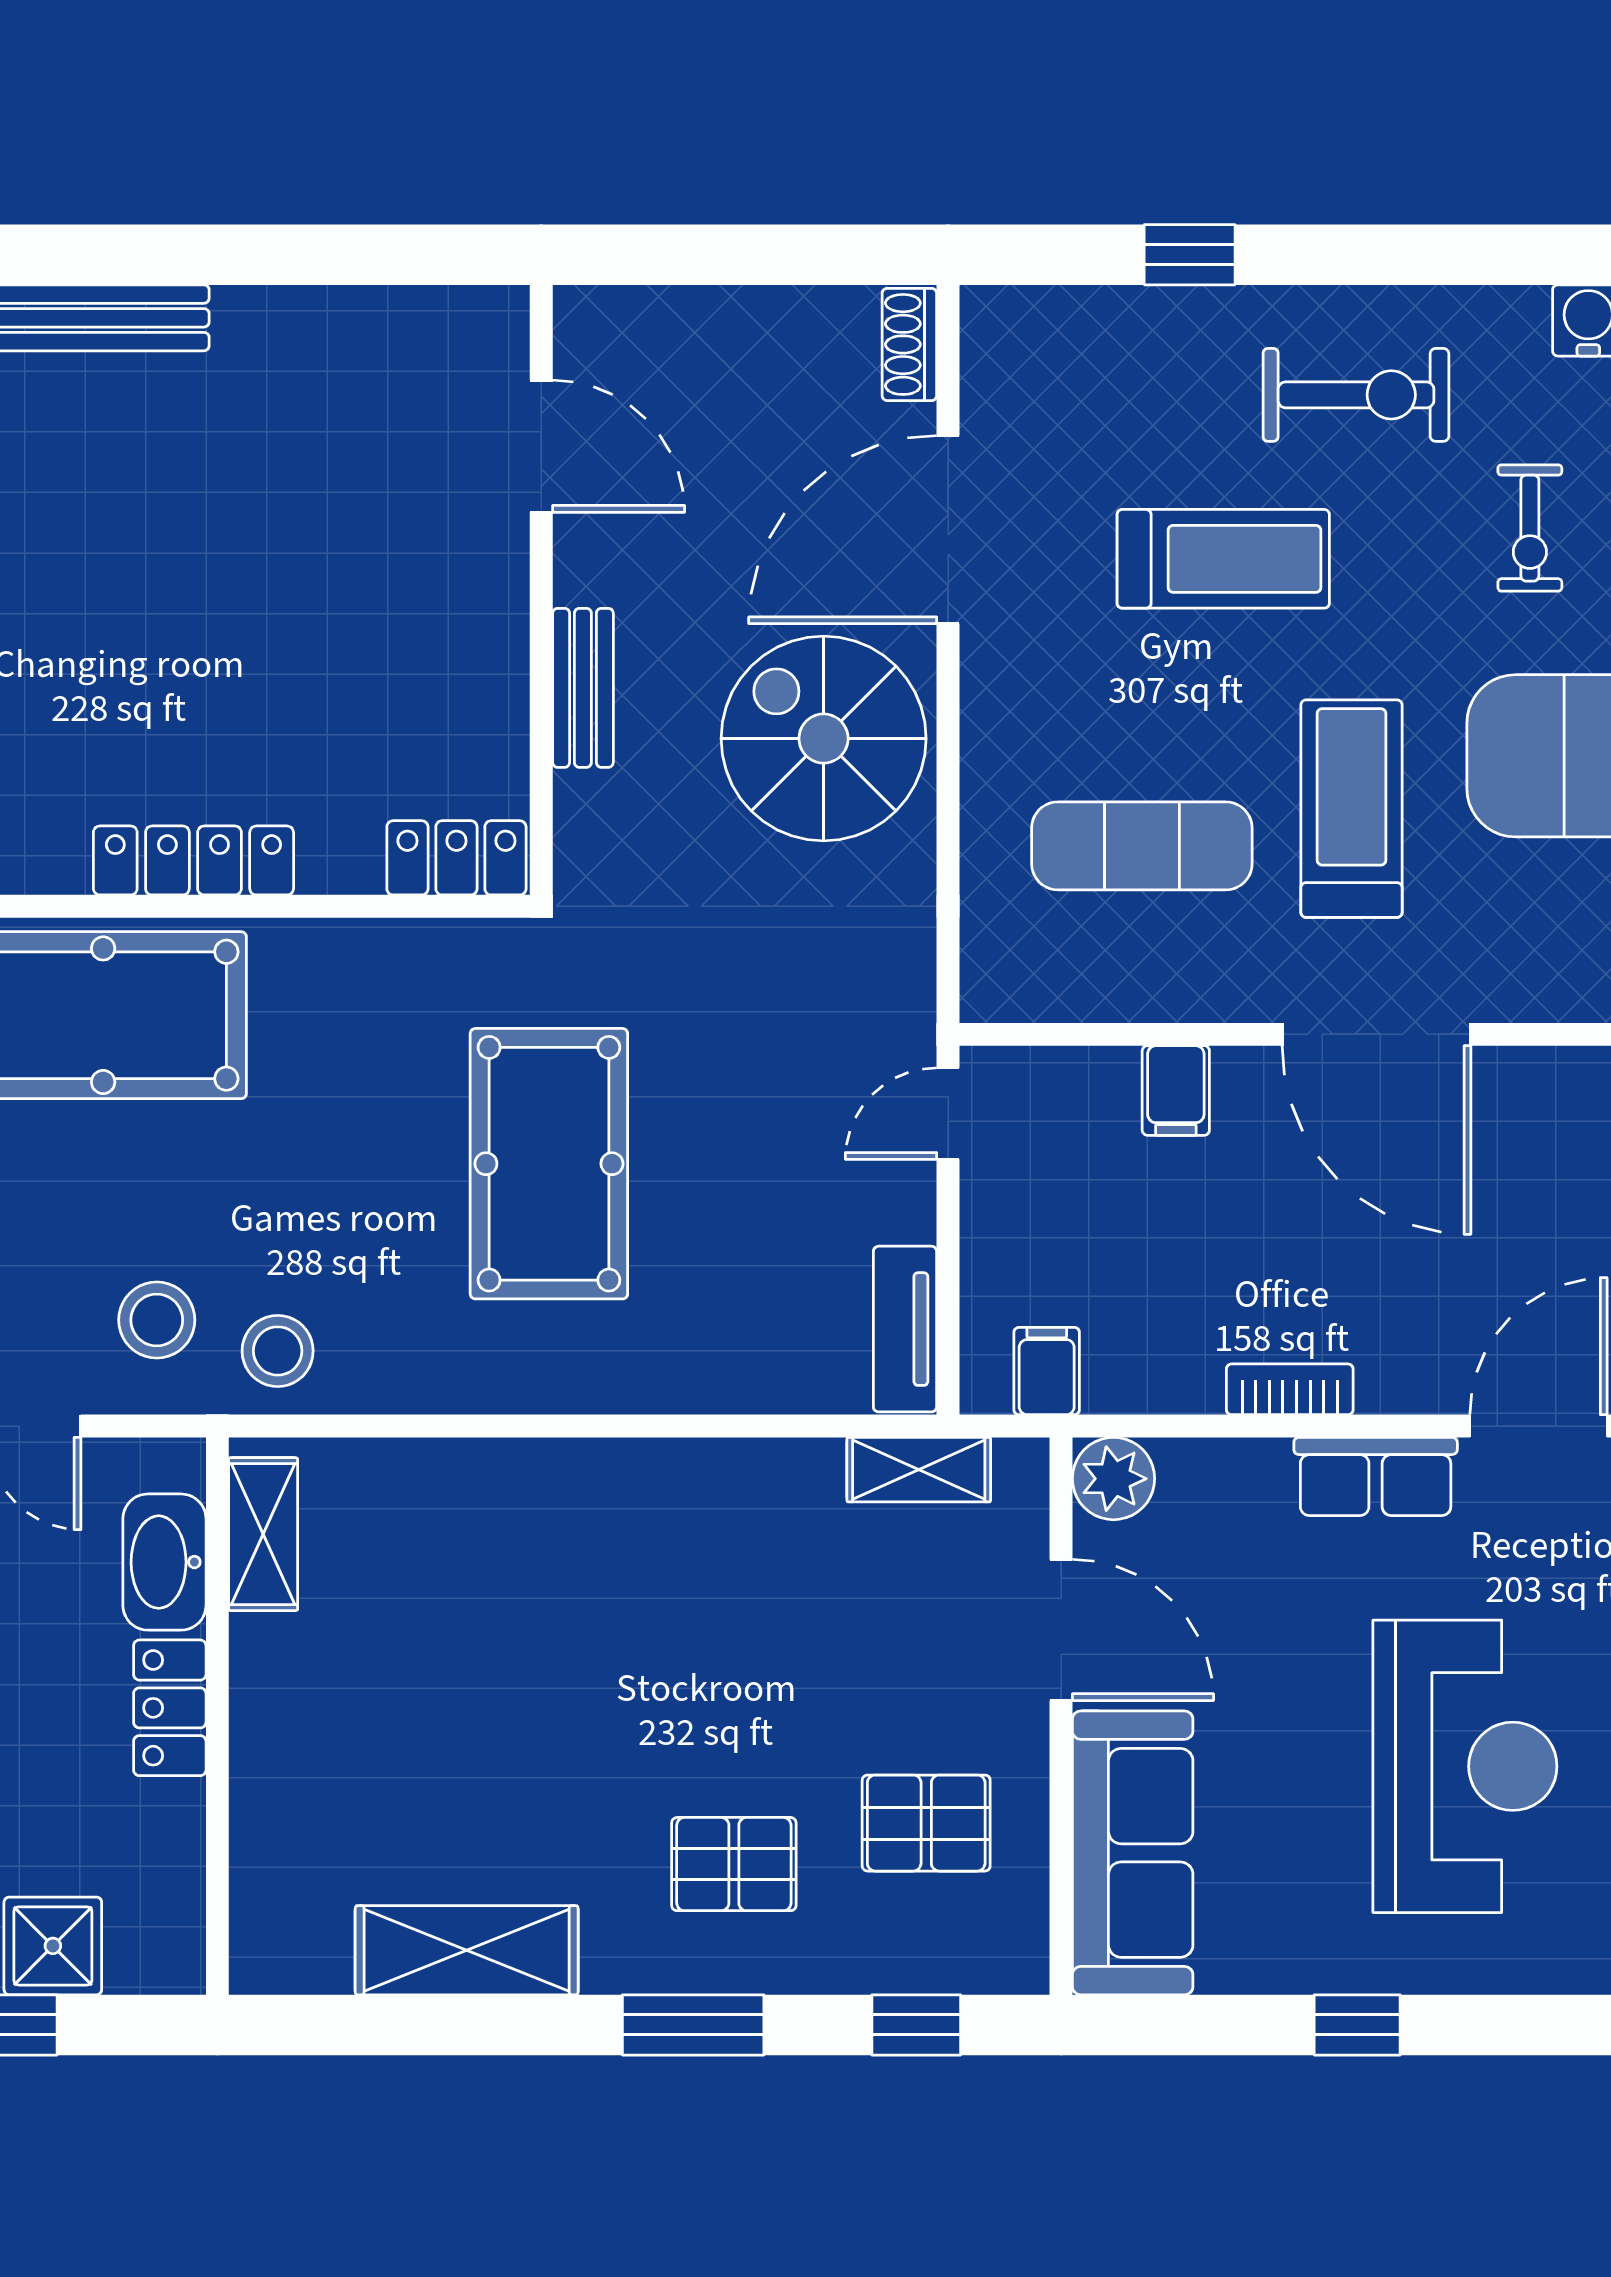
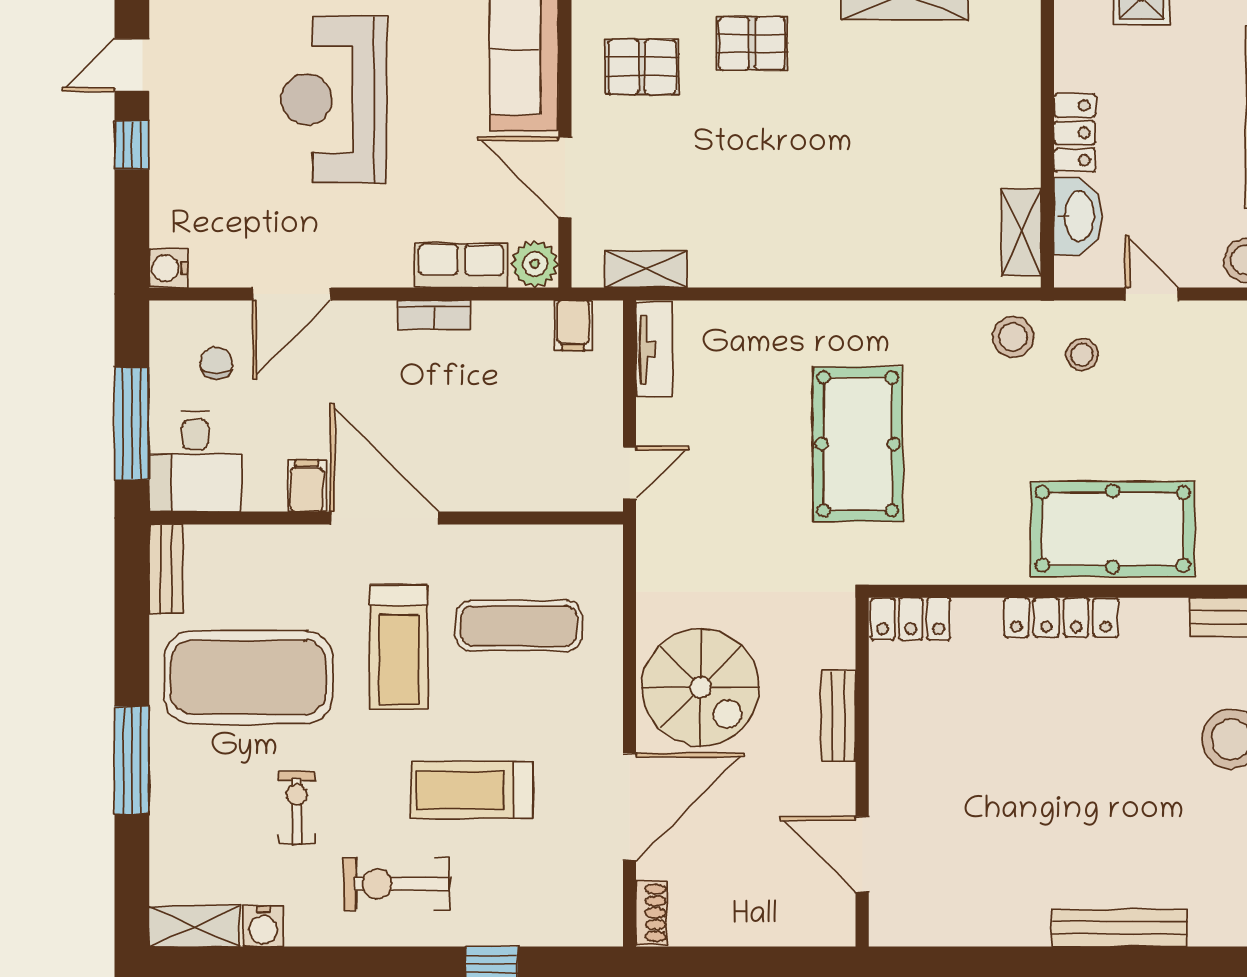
filing cabinet: (1176, 1090) -> (307, 486), moved
stool: (157, 1320) -> (1082, 355), width x0.73, depth x0.73
row of seats: (1376, 1476) -> (461, 265), moved

